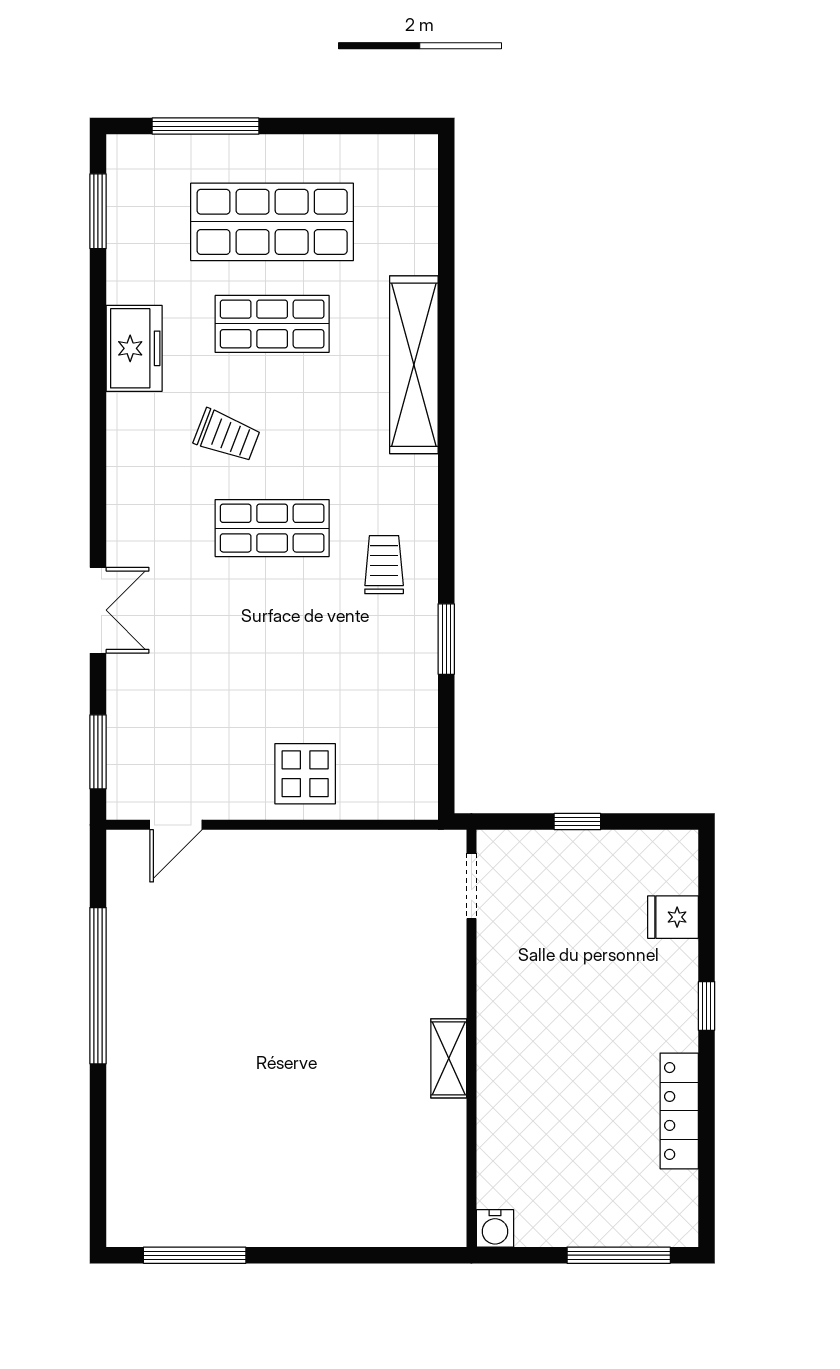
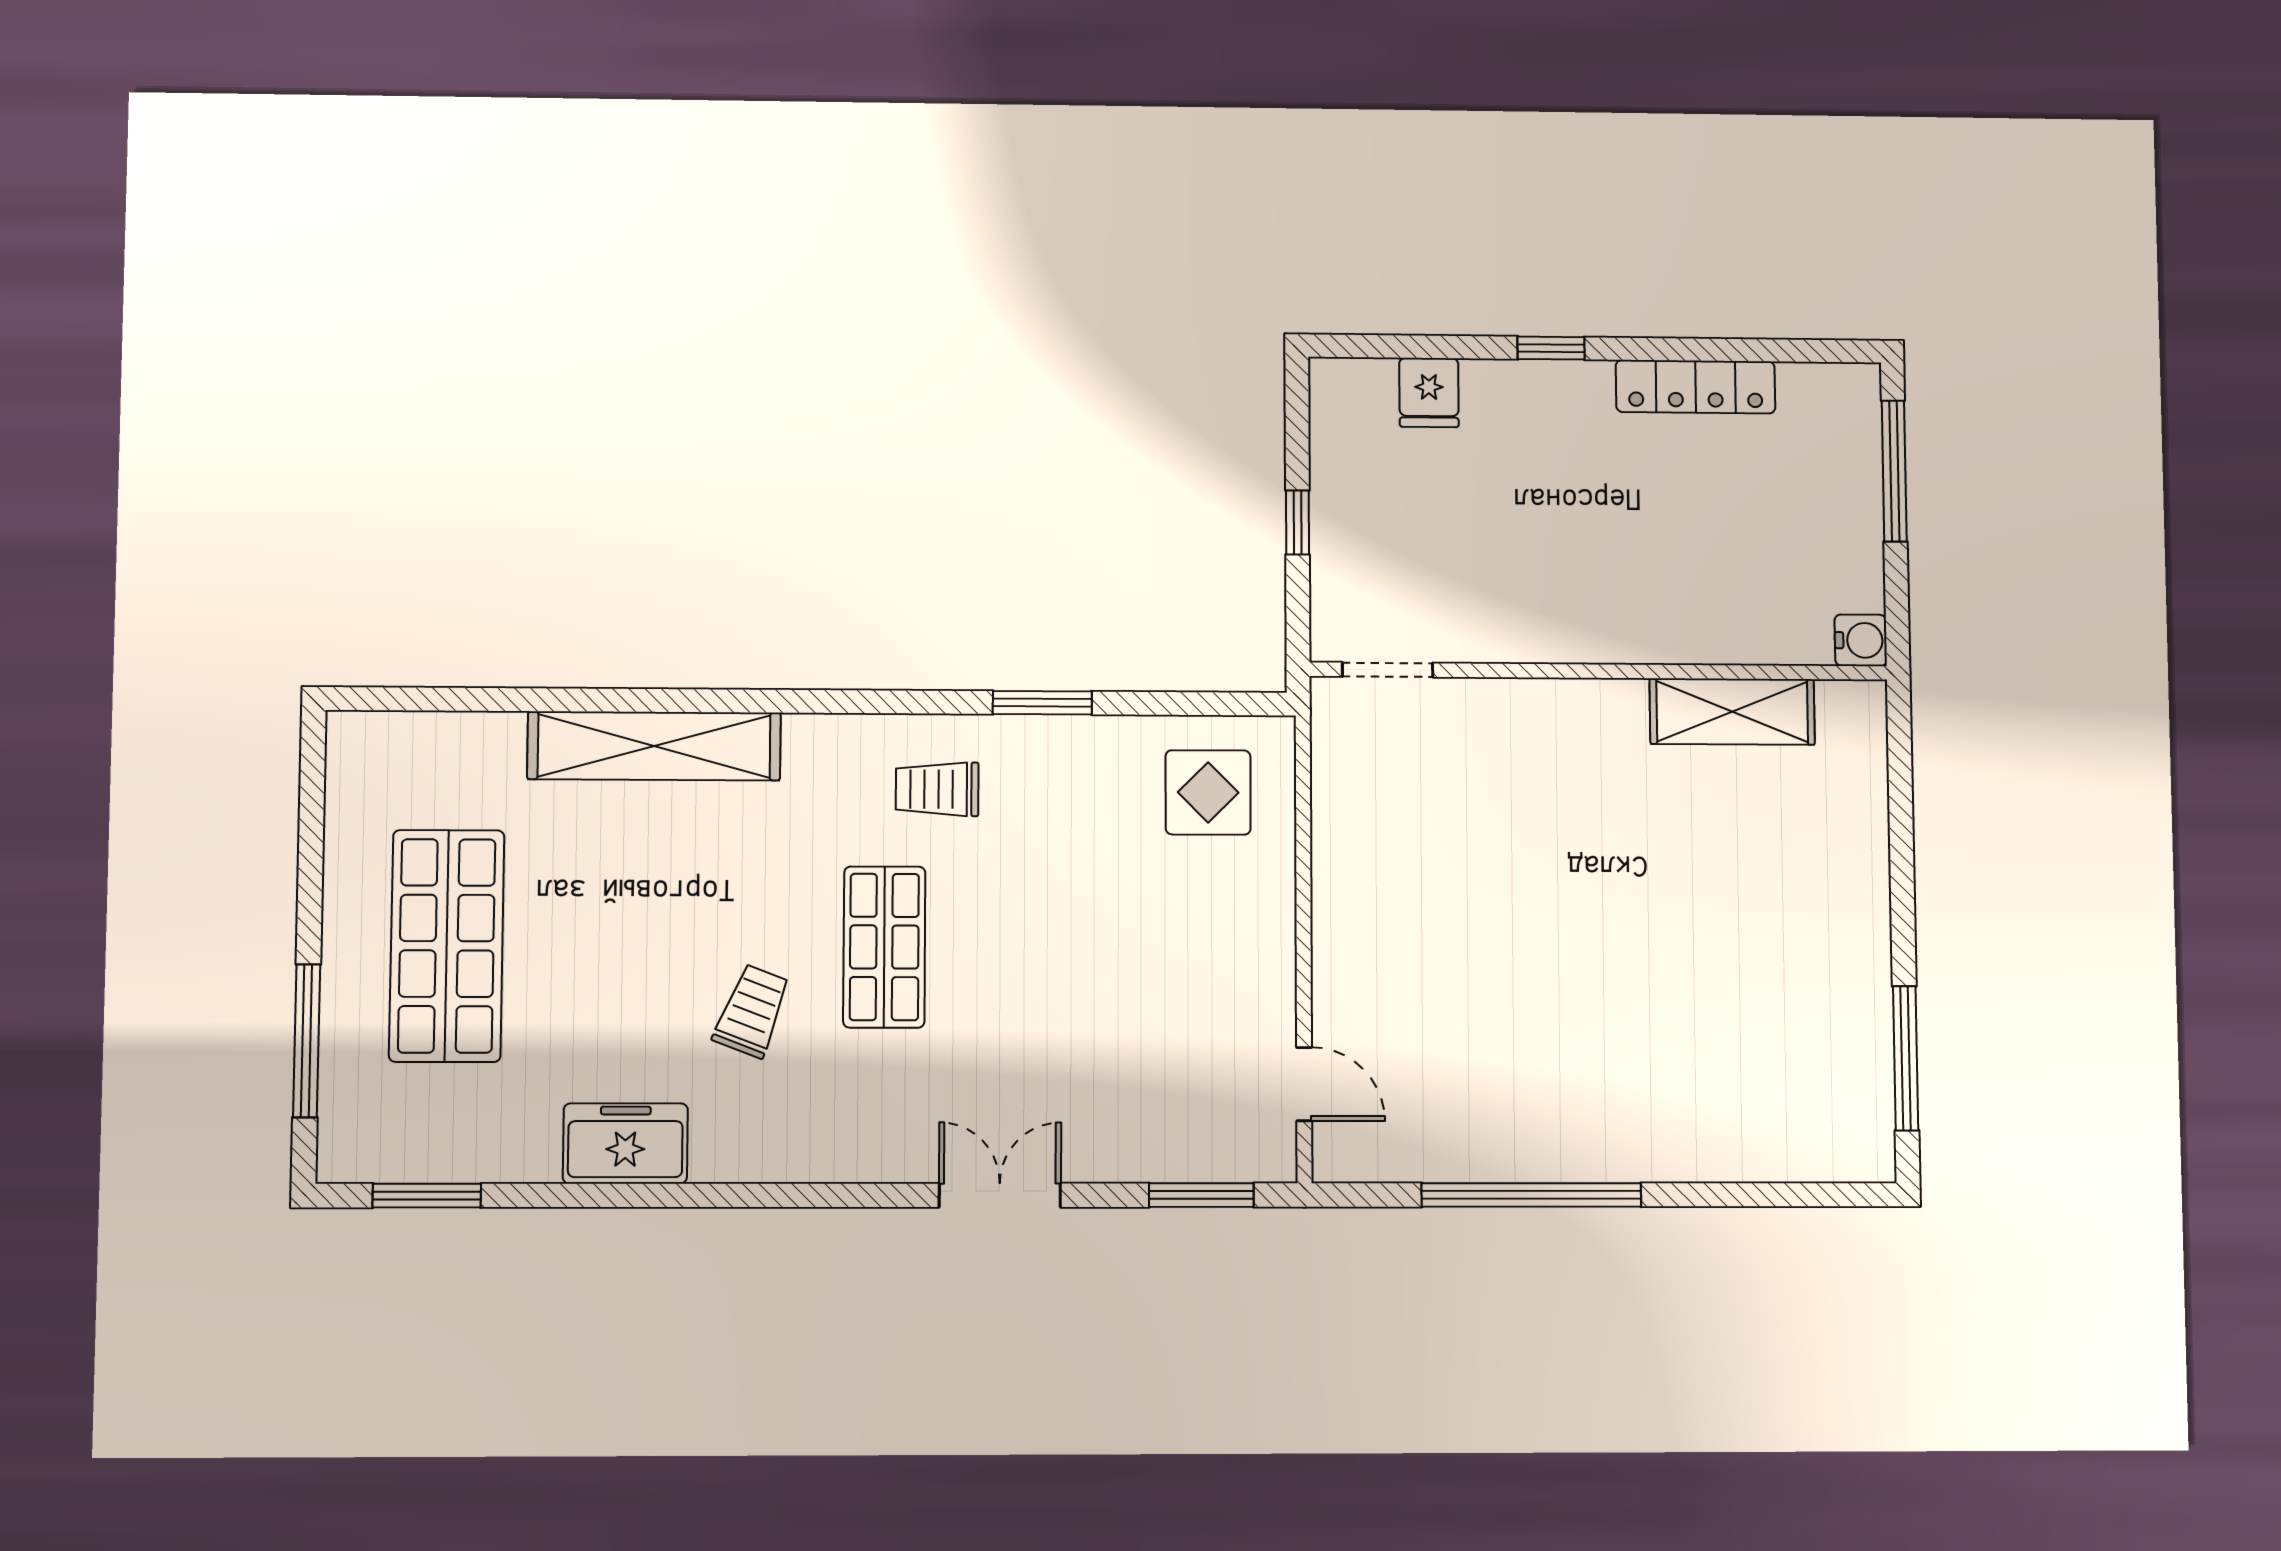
shop shelf: (272, 324) -> (593, 946), removed
display table: (305, 774) -> (1208, 792), moved
shelving: (449, 1058) -> (1732, 712), moved, width x1.50, depth x1.33

